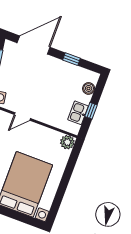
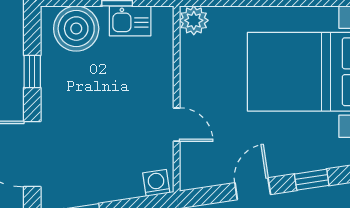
boiler: (89, 88) -> (76, 29), width x1.86, depth x1.86

